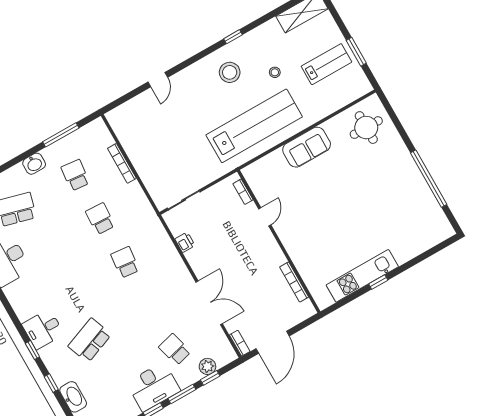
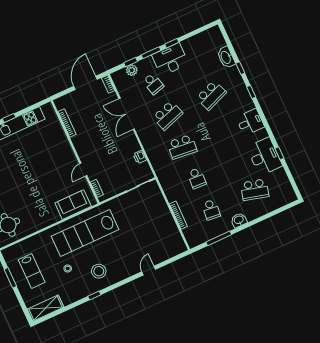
lab bench: (326, 64) -> (32, 271), turned -90
sofa: (307, 147) -> (73, 205), moved
school desk: (125, 262) -> (182, 147), width x1.85
school desk: (150, 306) -> (168, 115), added
desk: (43, 329) -> (250, 122), moved

